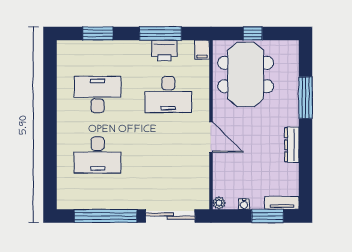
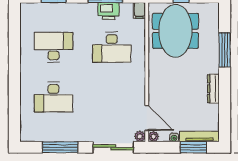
door: (211, 137) -> (147, 118), moved
plant: (203, 203) -> (140, 136), added
tv unit: (282, 203) -> (199, 136), width x1.41
window: (106, 216) -> (60, 147), width x0.68

